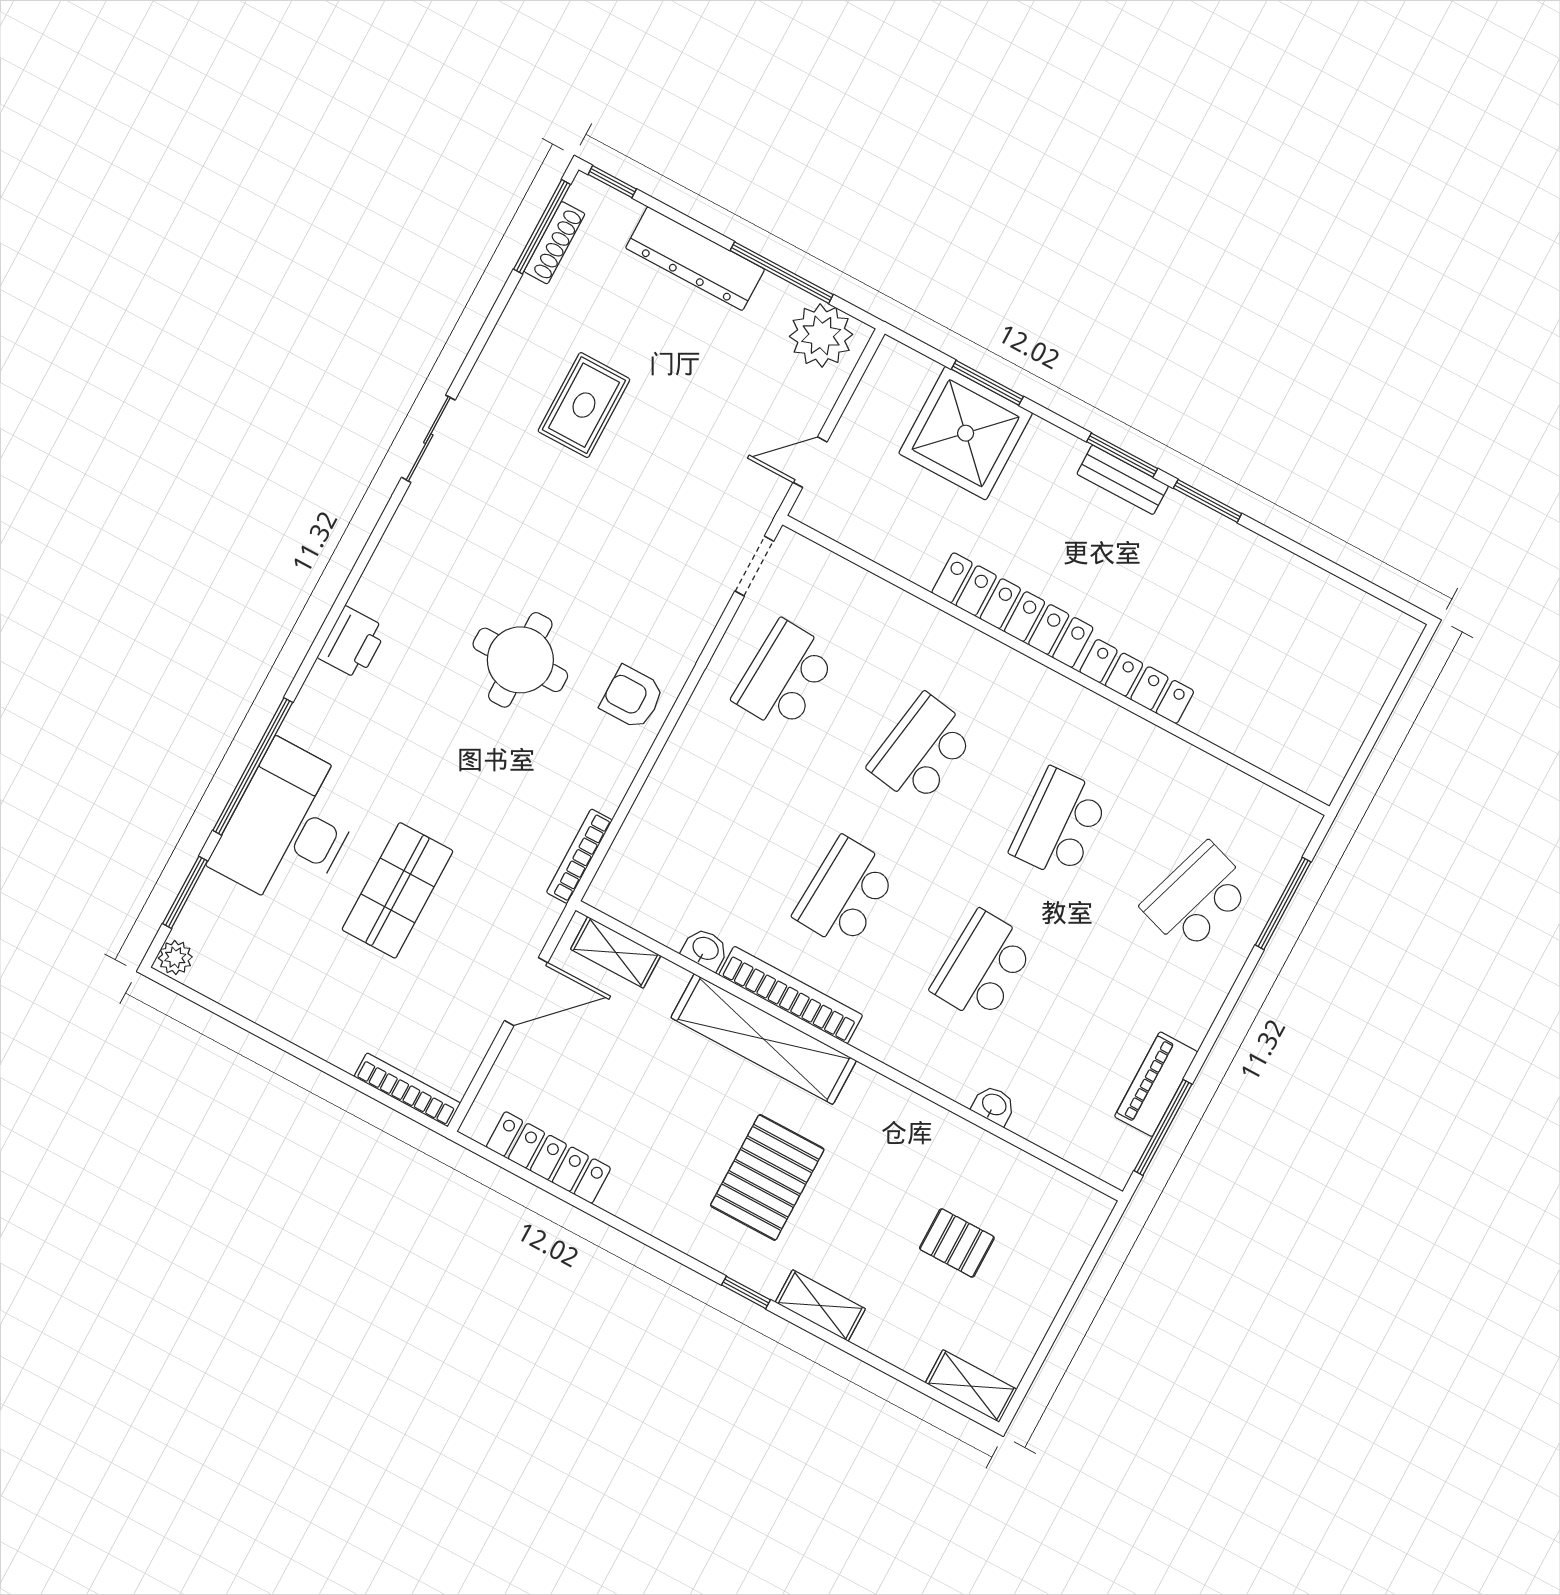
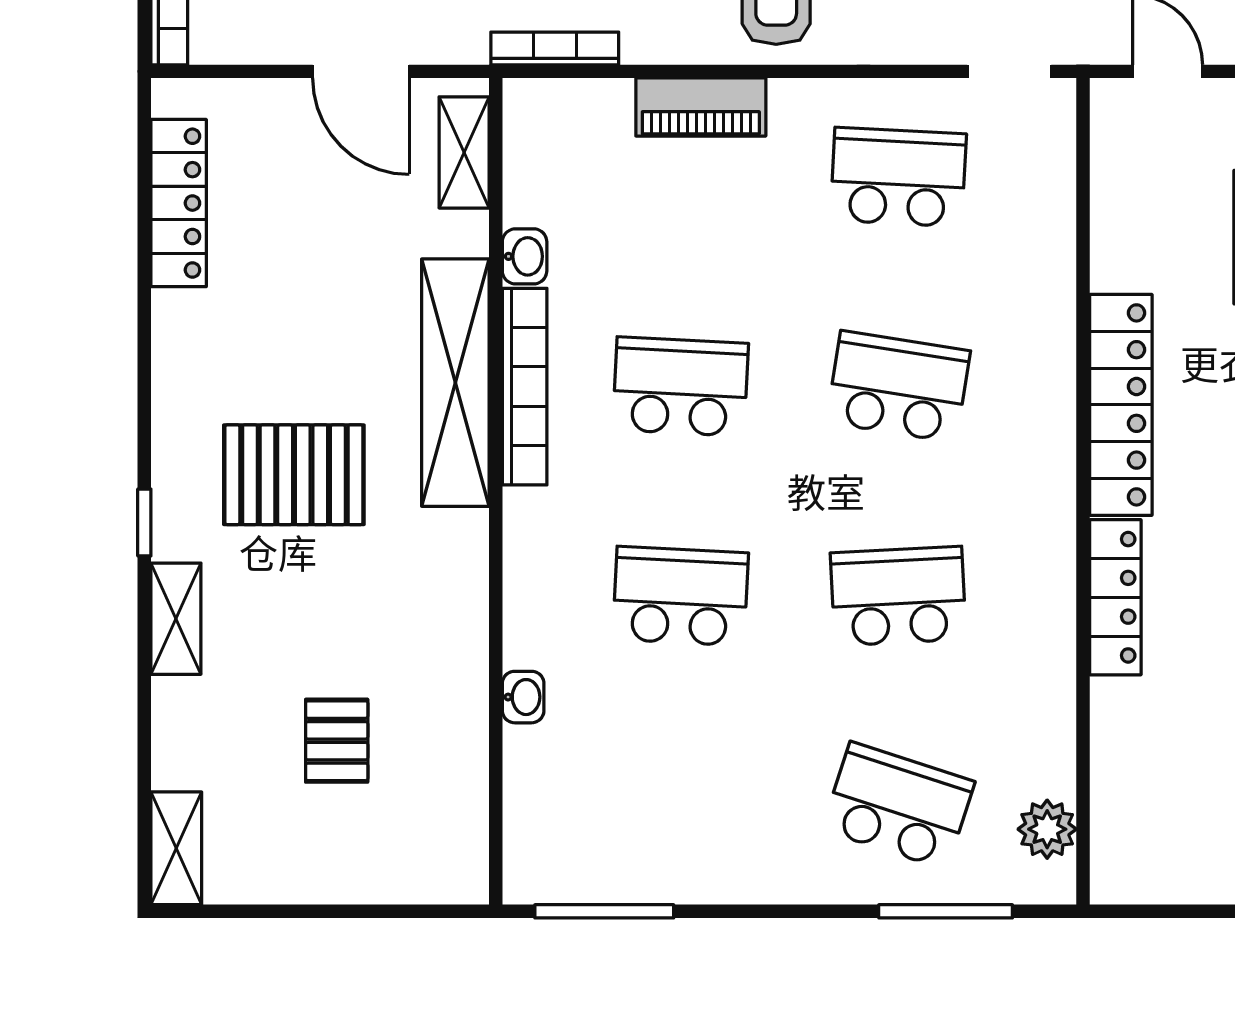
plant: (1265, 808) -> (1047, 829), added
piano: (1156, 1084) -> (701, 107), moved, turned 180

